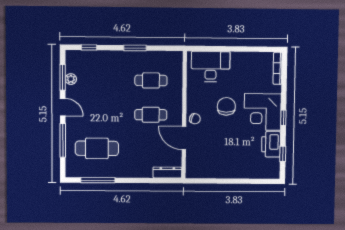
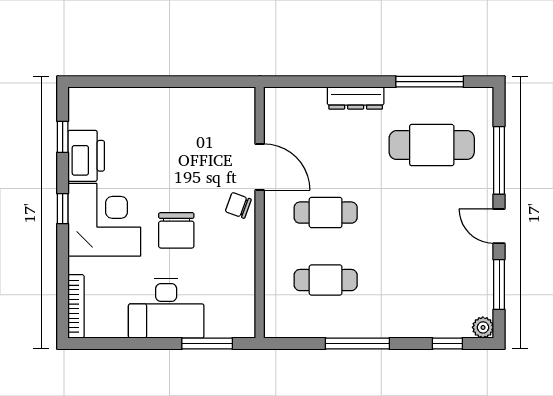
window: (135, 48) -> (357, 343), width x1.44
window: (211, 49) -> (207, 343), added
desk: (211, 67) -> (166, 309), moved
plant: (71, 79) -> (483, 327), moved
dresser: (167, 172) -> (356, 98), moved

